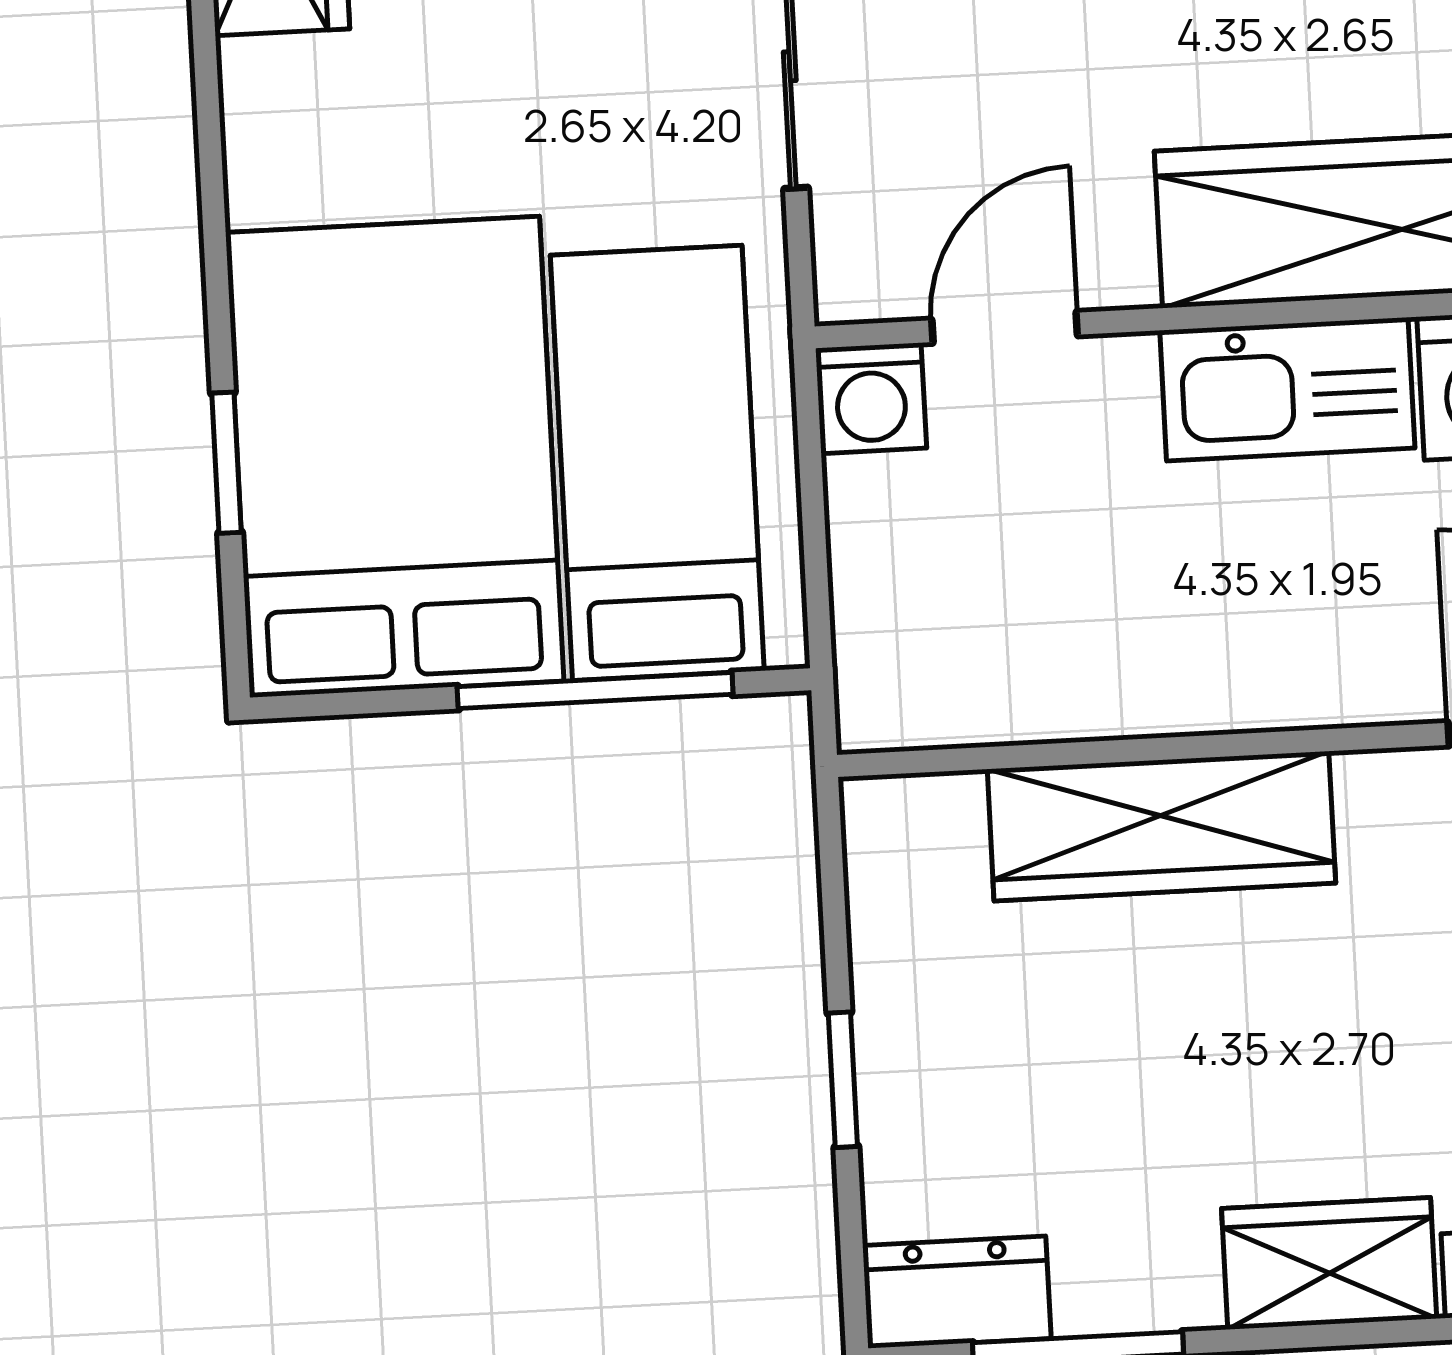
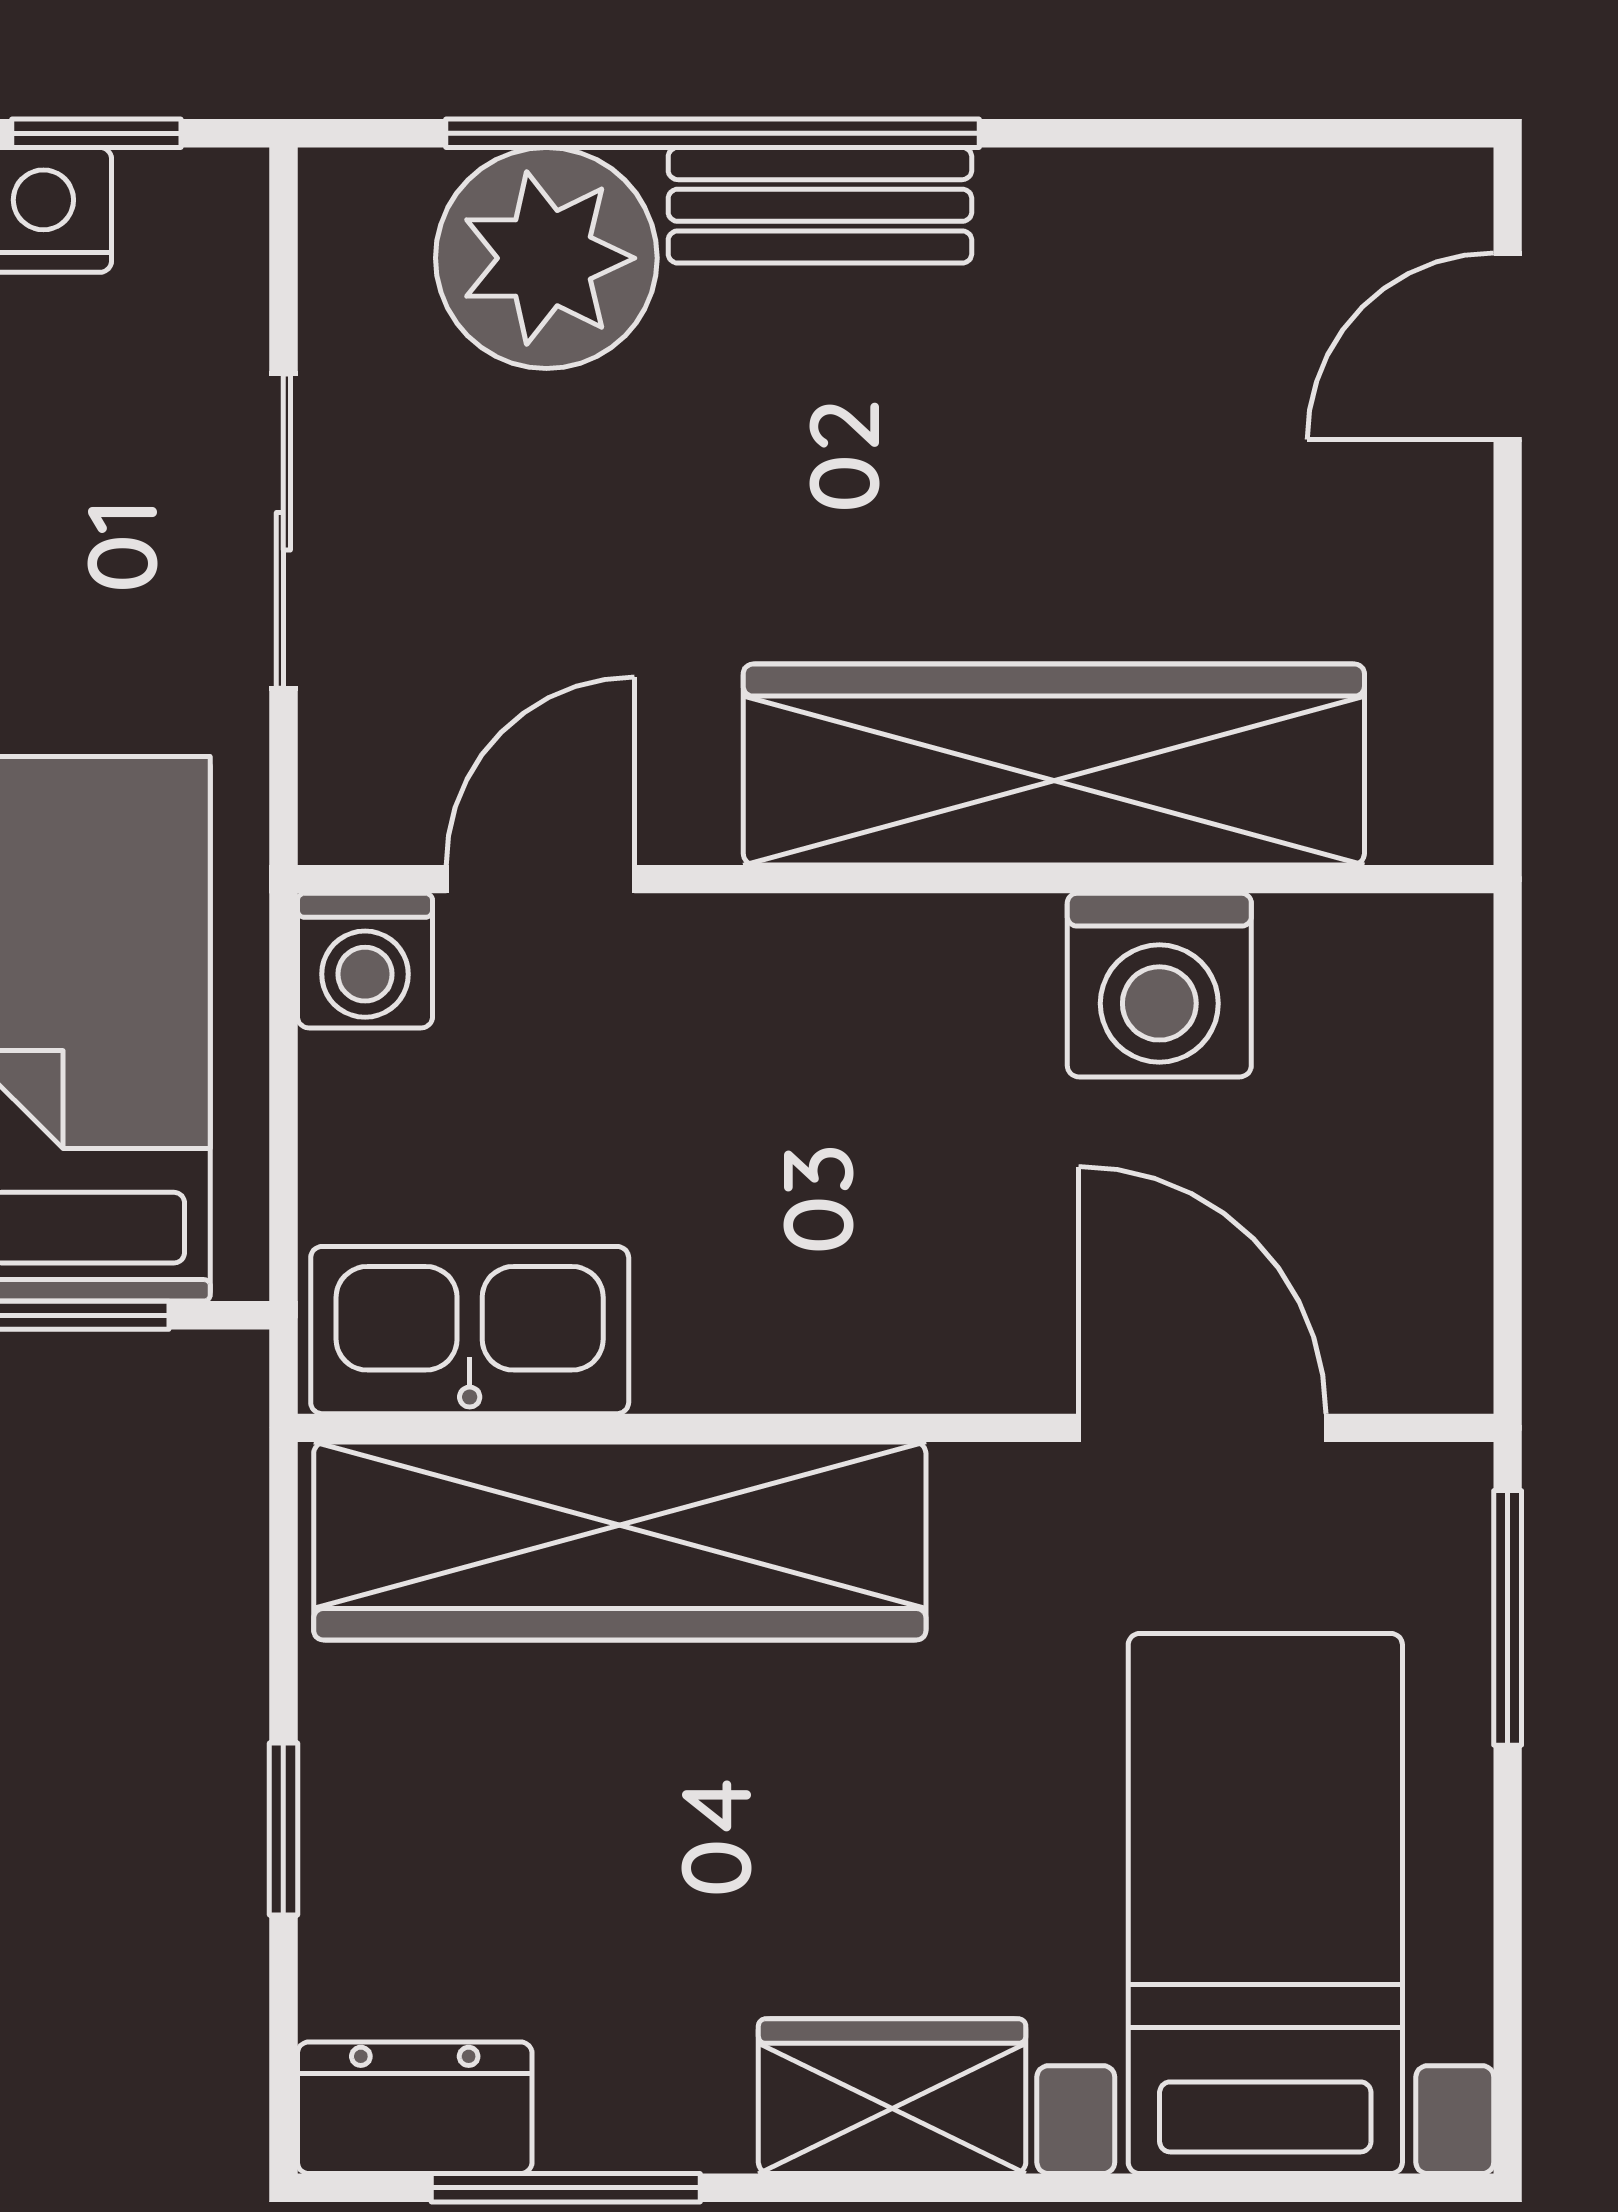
kitchen sink: (1287, 389) -> (470, 1330), moved, turned 180
wardrobe: (1161, 826) -> (620, 1541), width x1.40, depth x1.17

